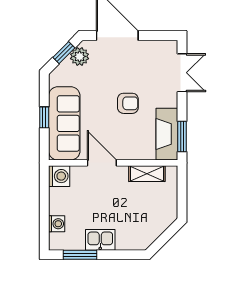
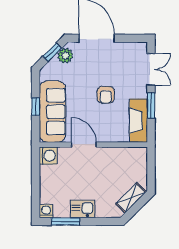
armchair: (128, 103) -> (106, 95), turned 90
window: (182, 136) -> (151, 105), moved
shelving: (147, 174) -> (131, 198), moved, turned -45
washing machine: (57, 224) -> (46, 211), moved, turned -90

